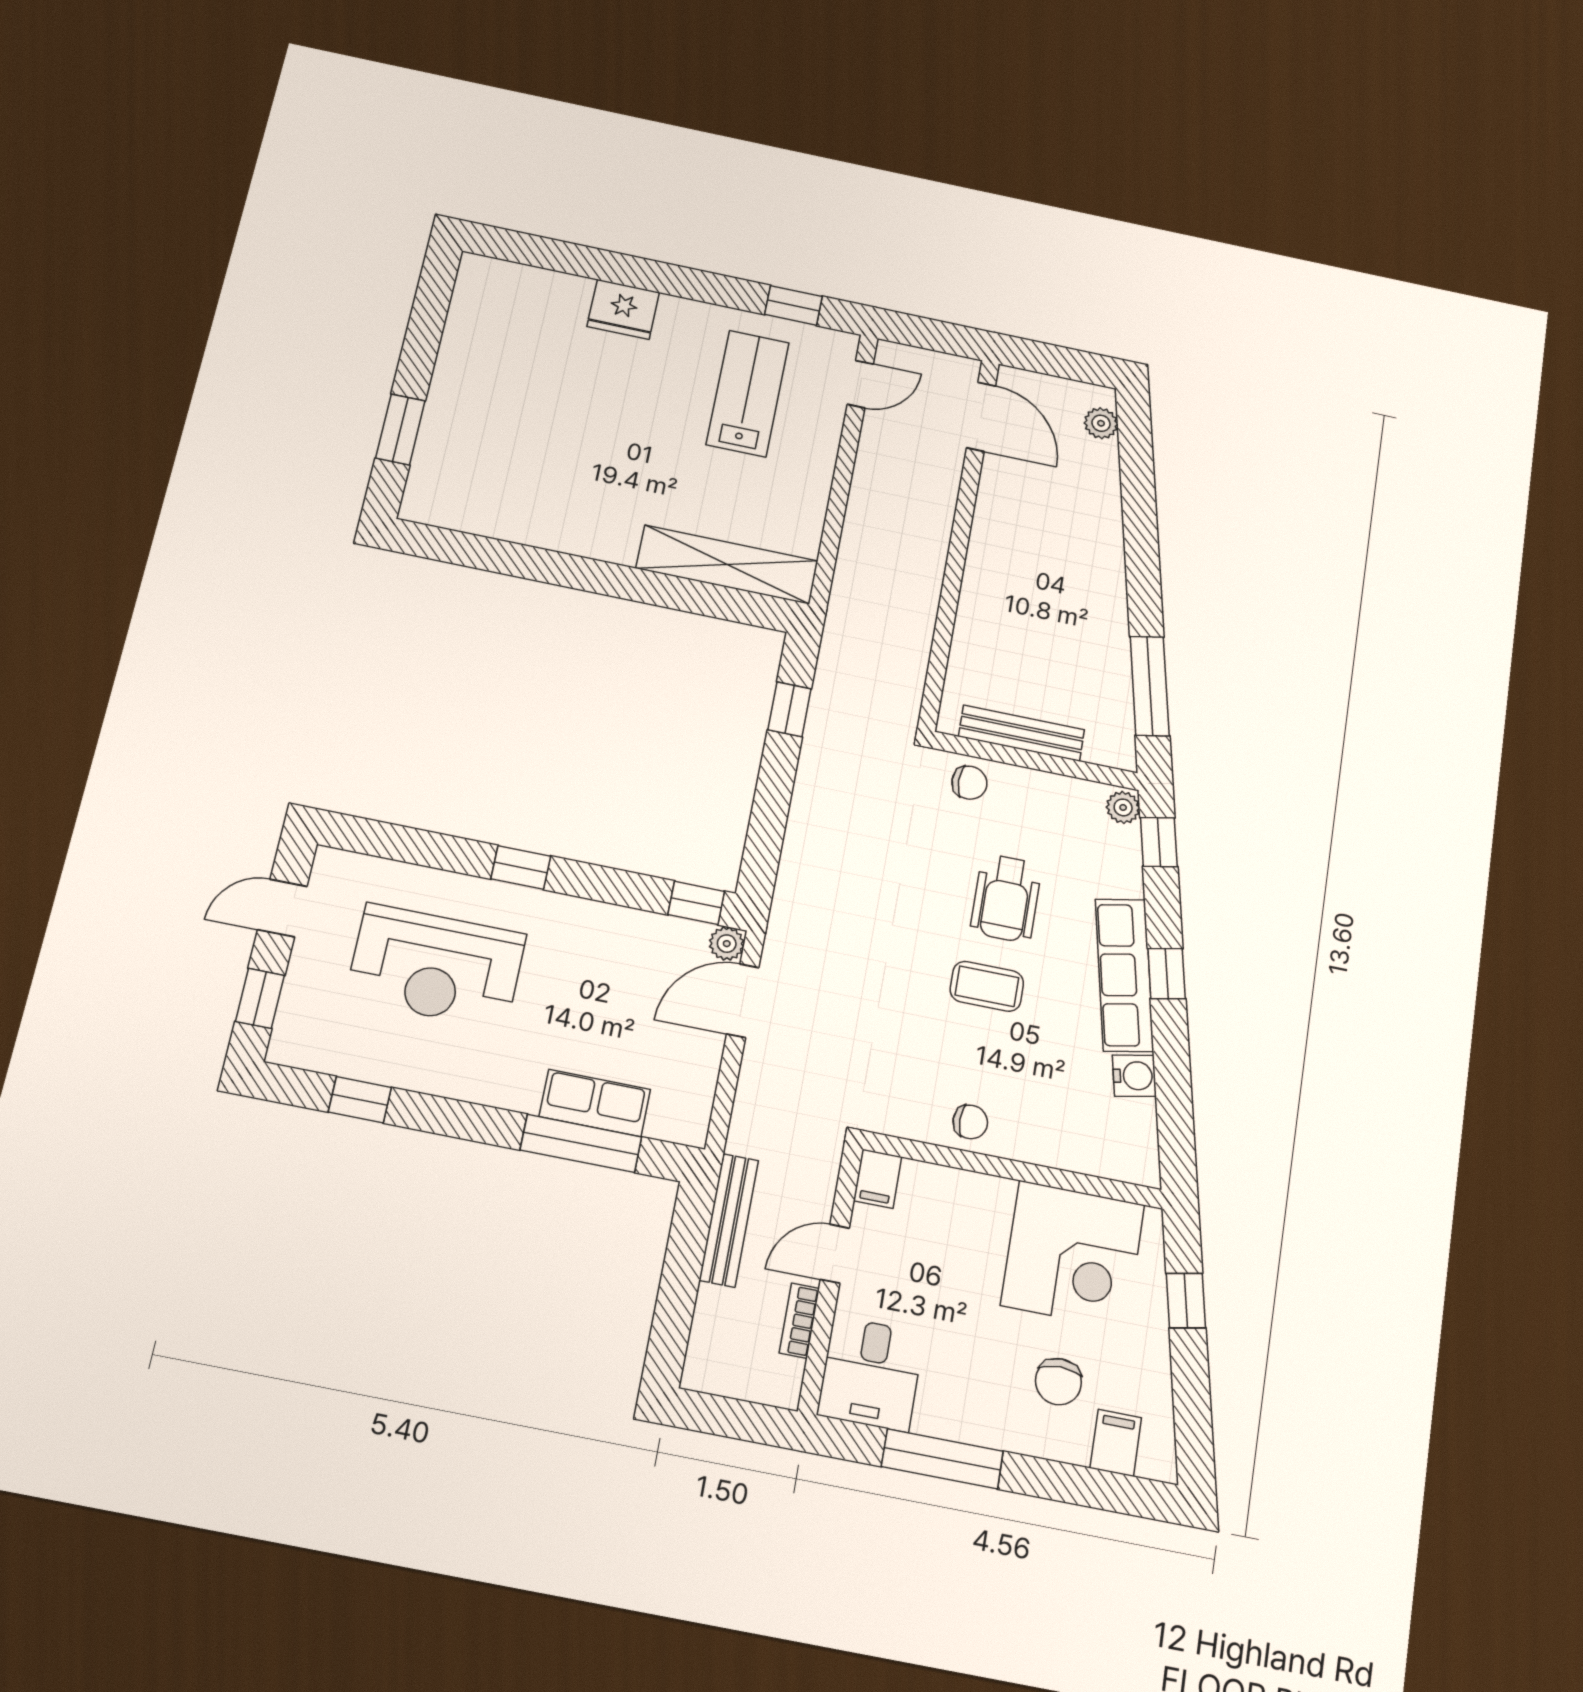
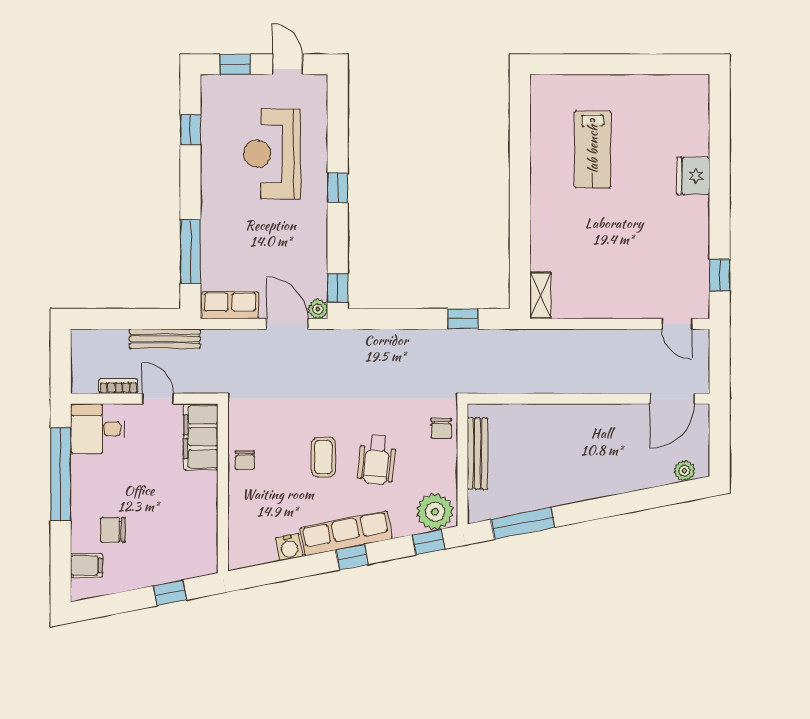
lab bench: (748, 393) -> (593, 149), moved, turned 90
window: (400, 429) -> (586, 64), removed
shelving: (727, 565) -> (540, 295), width x0.45, depth x0.75
plant: (1123, 807) -> (435, 512), width x1.88, depth x1.88
wheelchair: (1006, 898) -> (377, 460), turned -84
row of seats: (595, 1103) -> (230, 305), moved, turned -90
filing cabinet: (878, 1179) -> (201, 437), width x3.00, depth x1.17
corner desk: (1073, 1255) -> (183, 528), removed
window: (942, 1459) -> (61, 474), width x1.46

